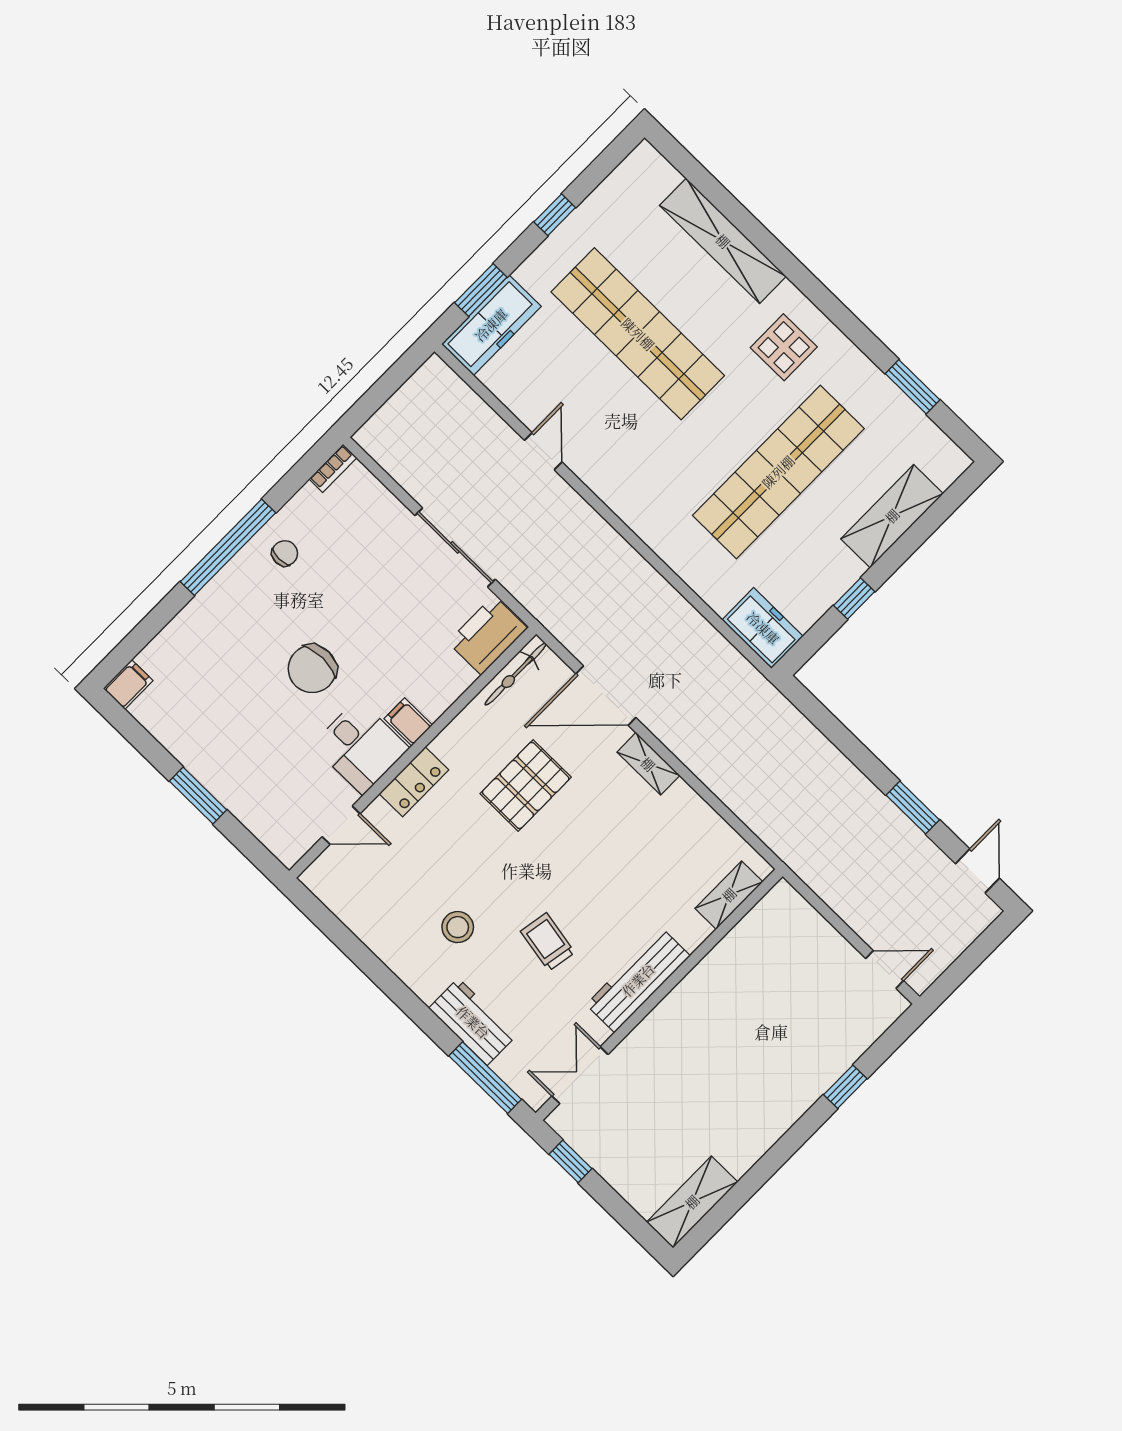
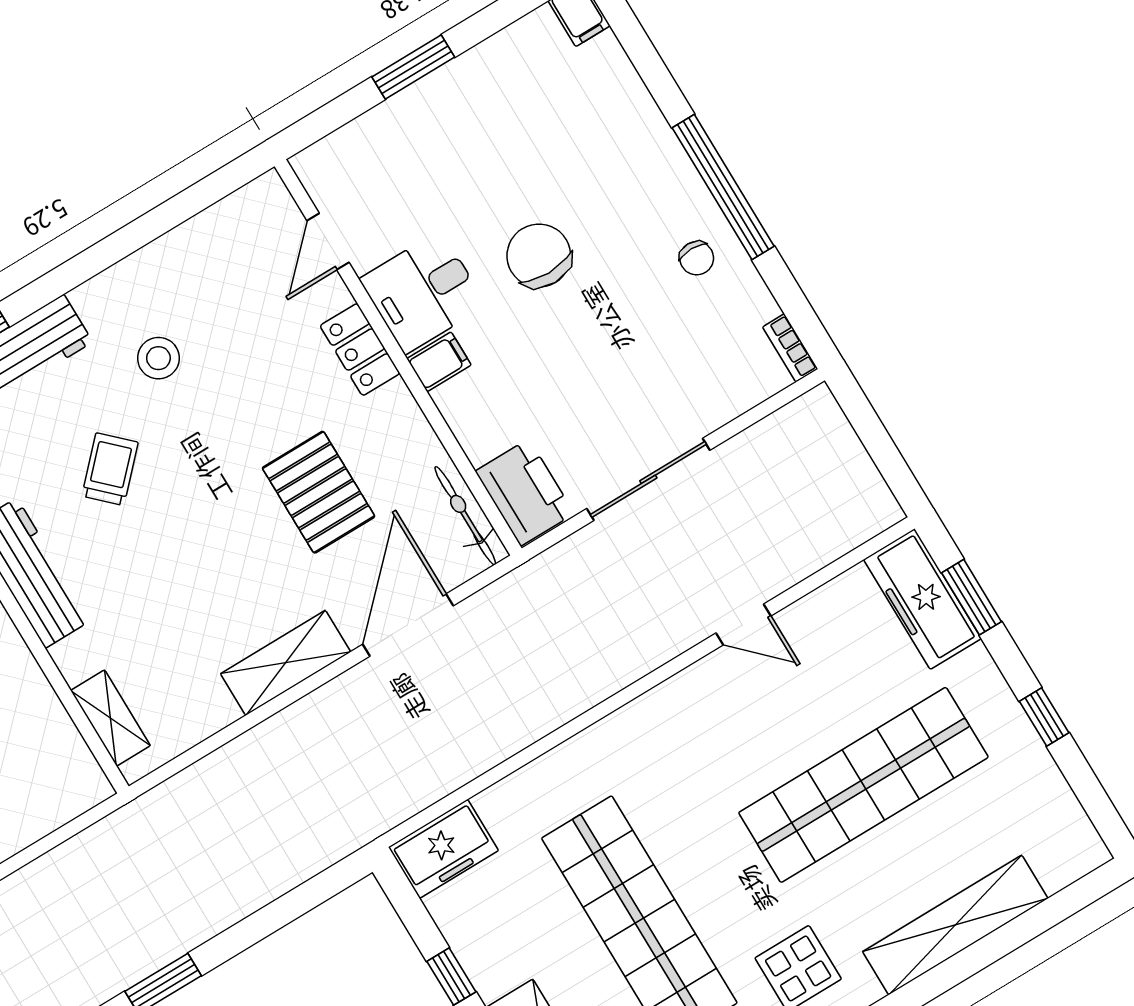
shelving: (648, 764) -> (286, 663), width x1.50, depth x1.33
trolley: (548, 942) -> (110, 469), turned -56

